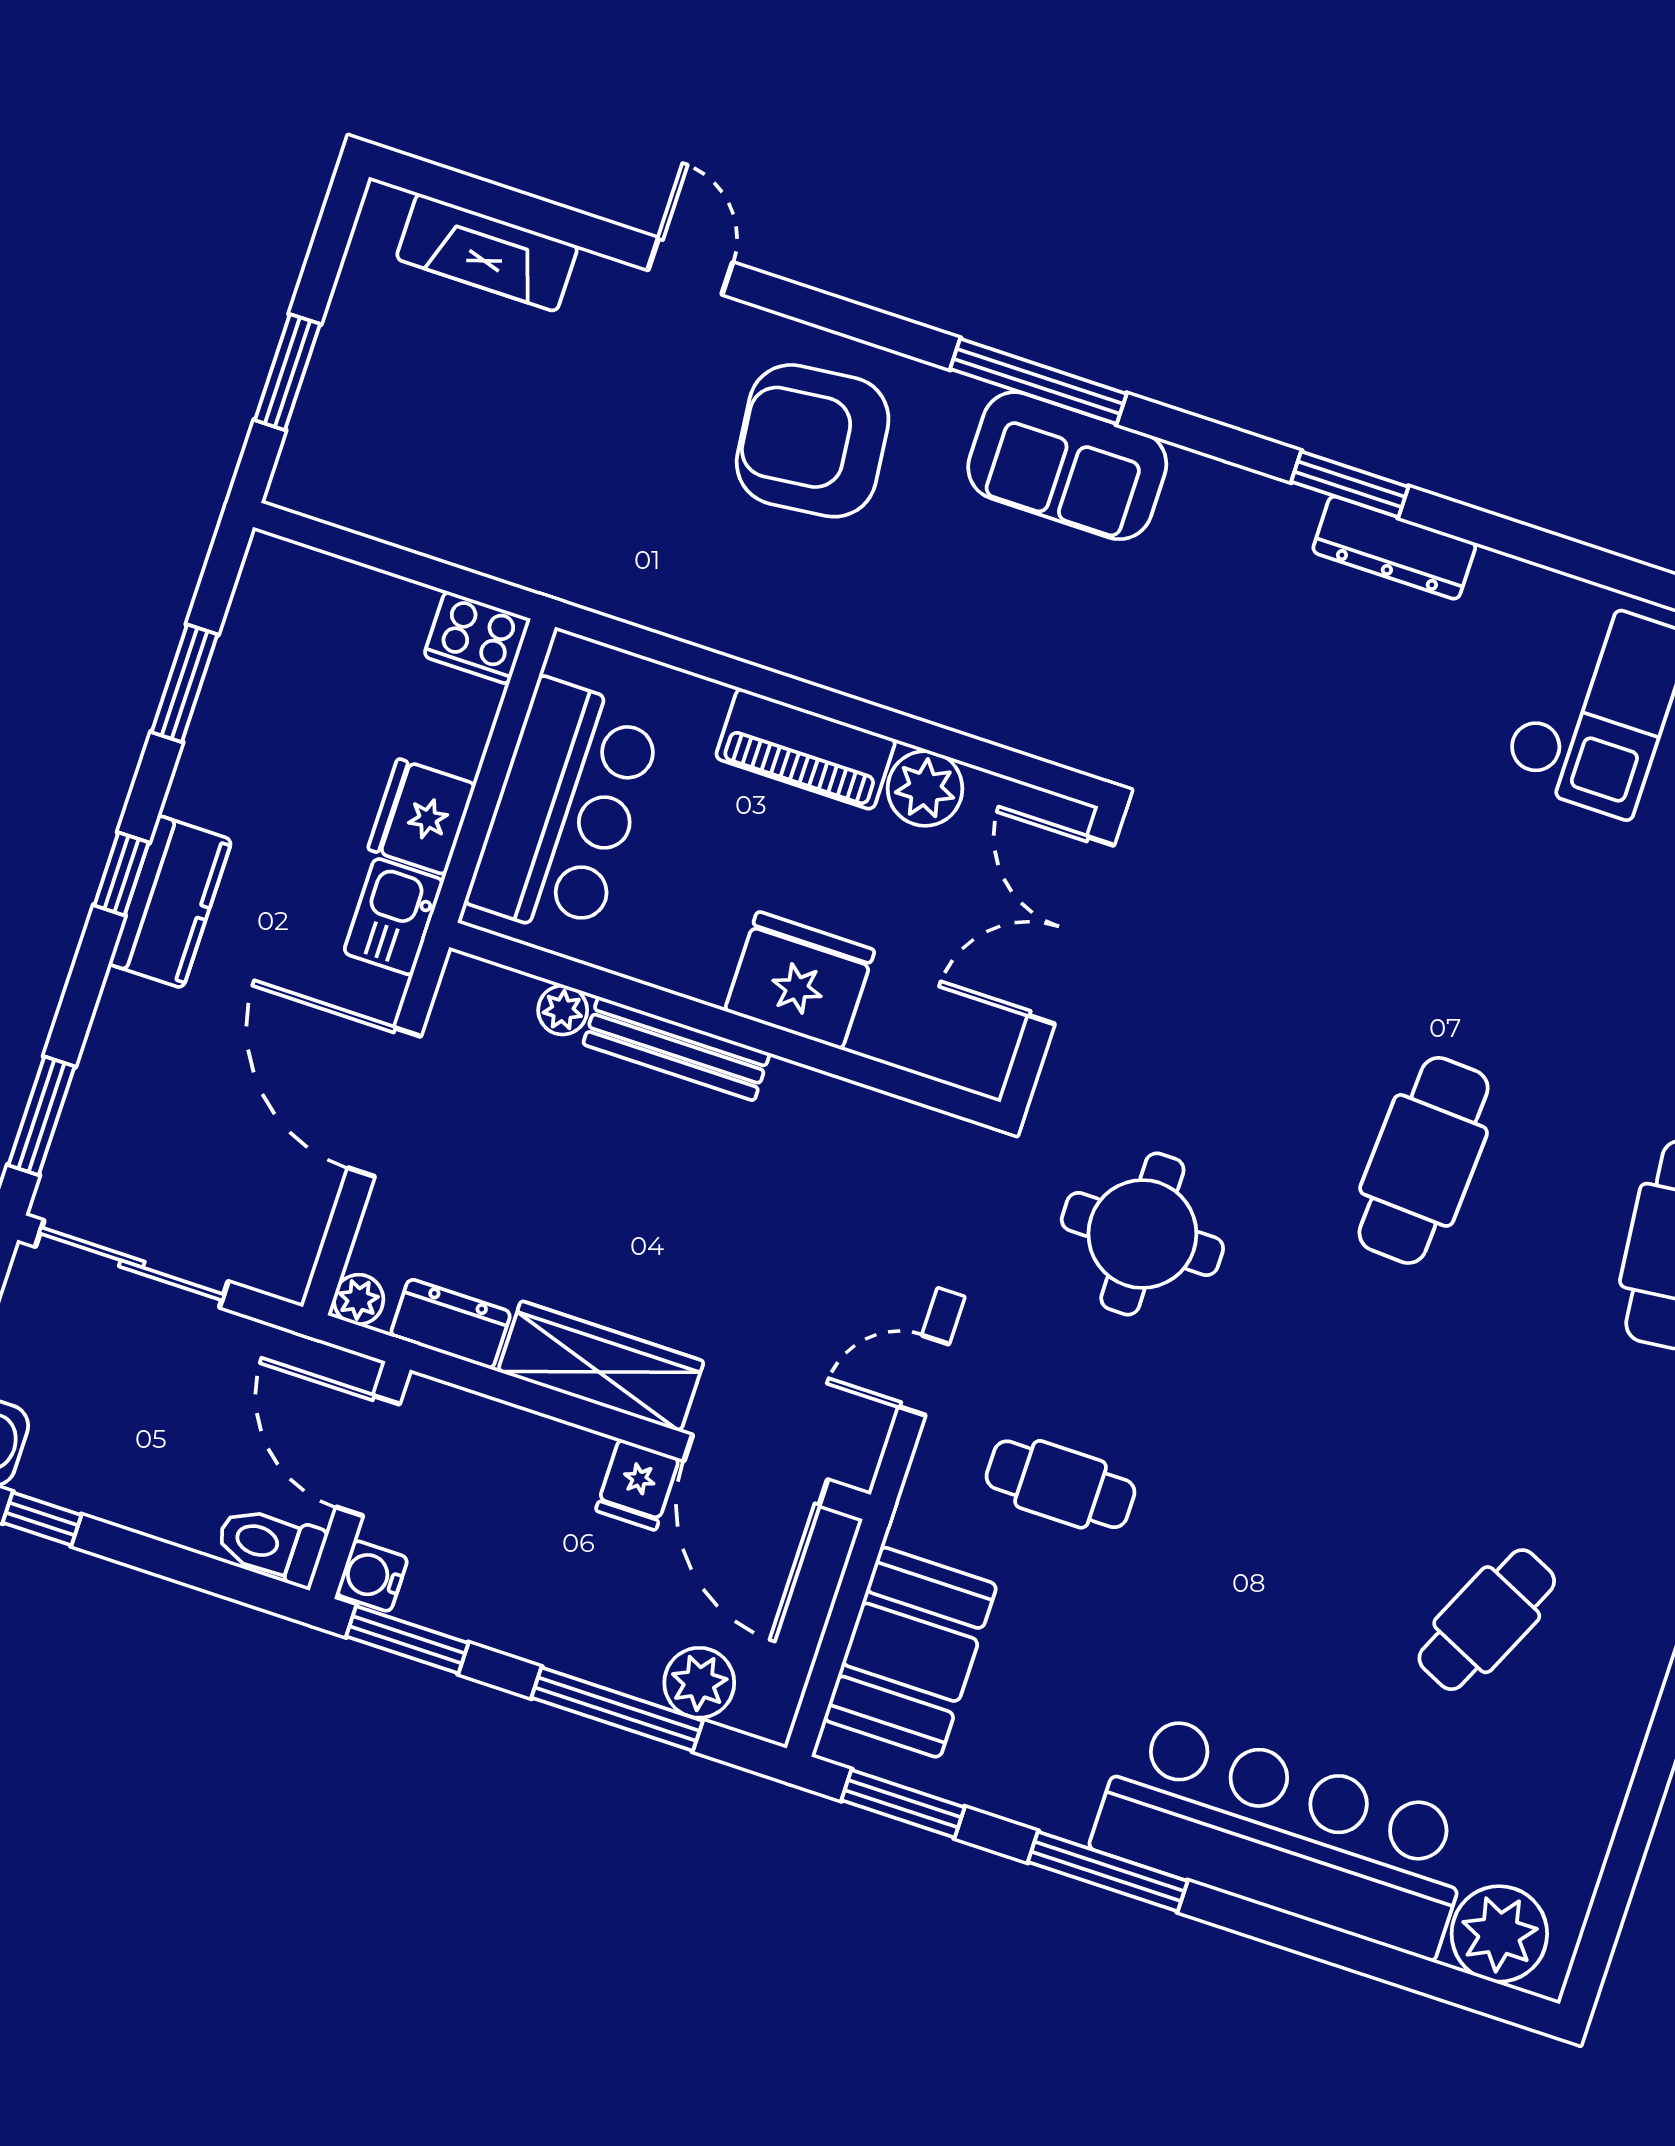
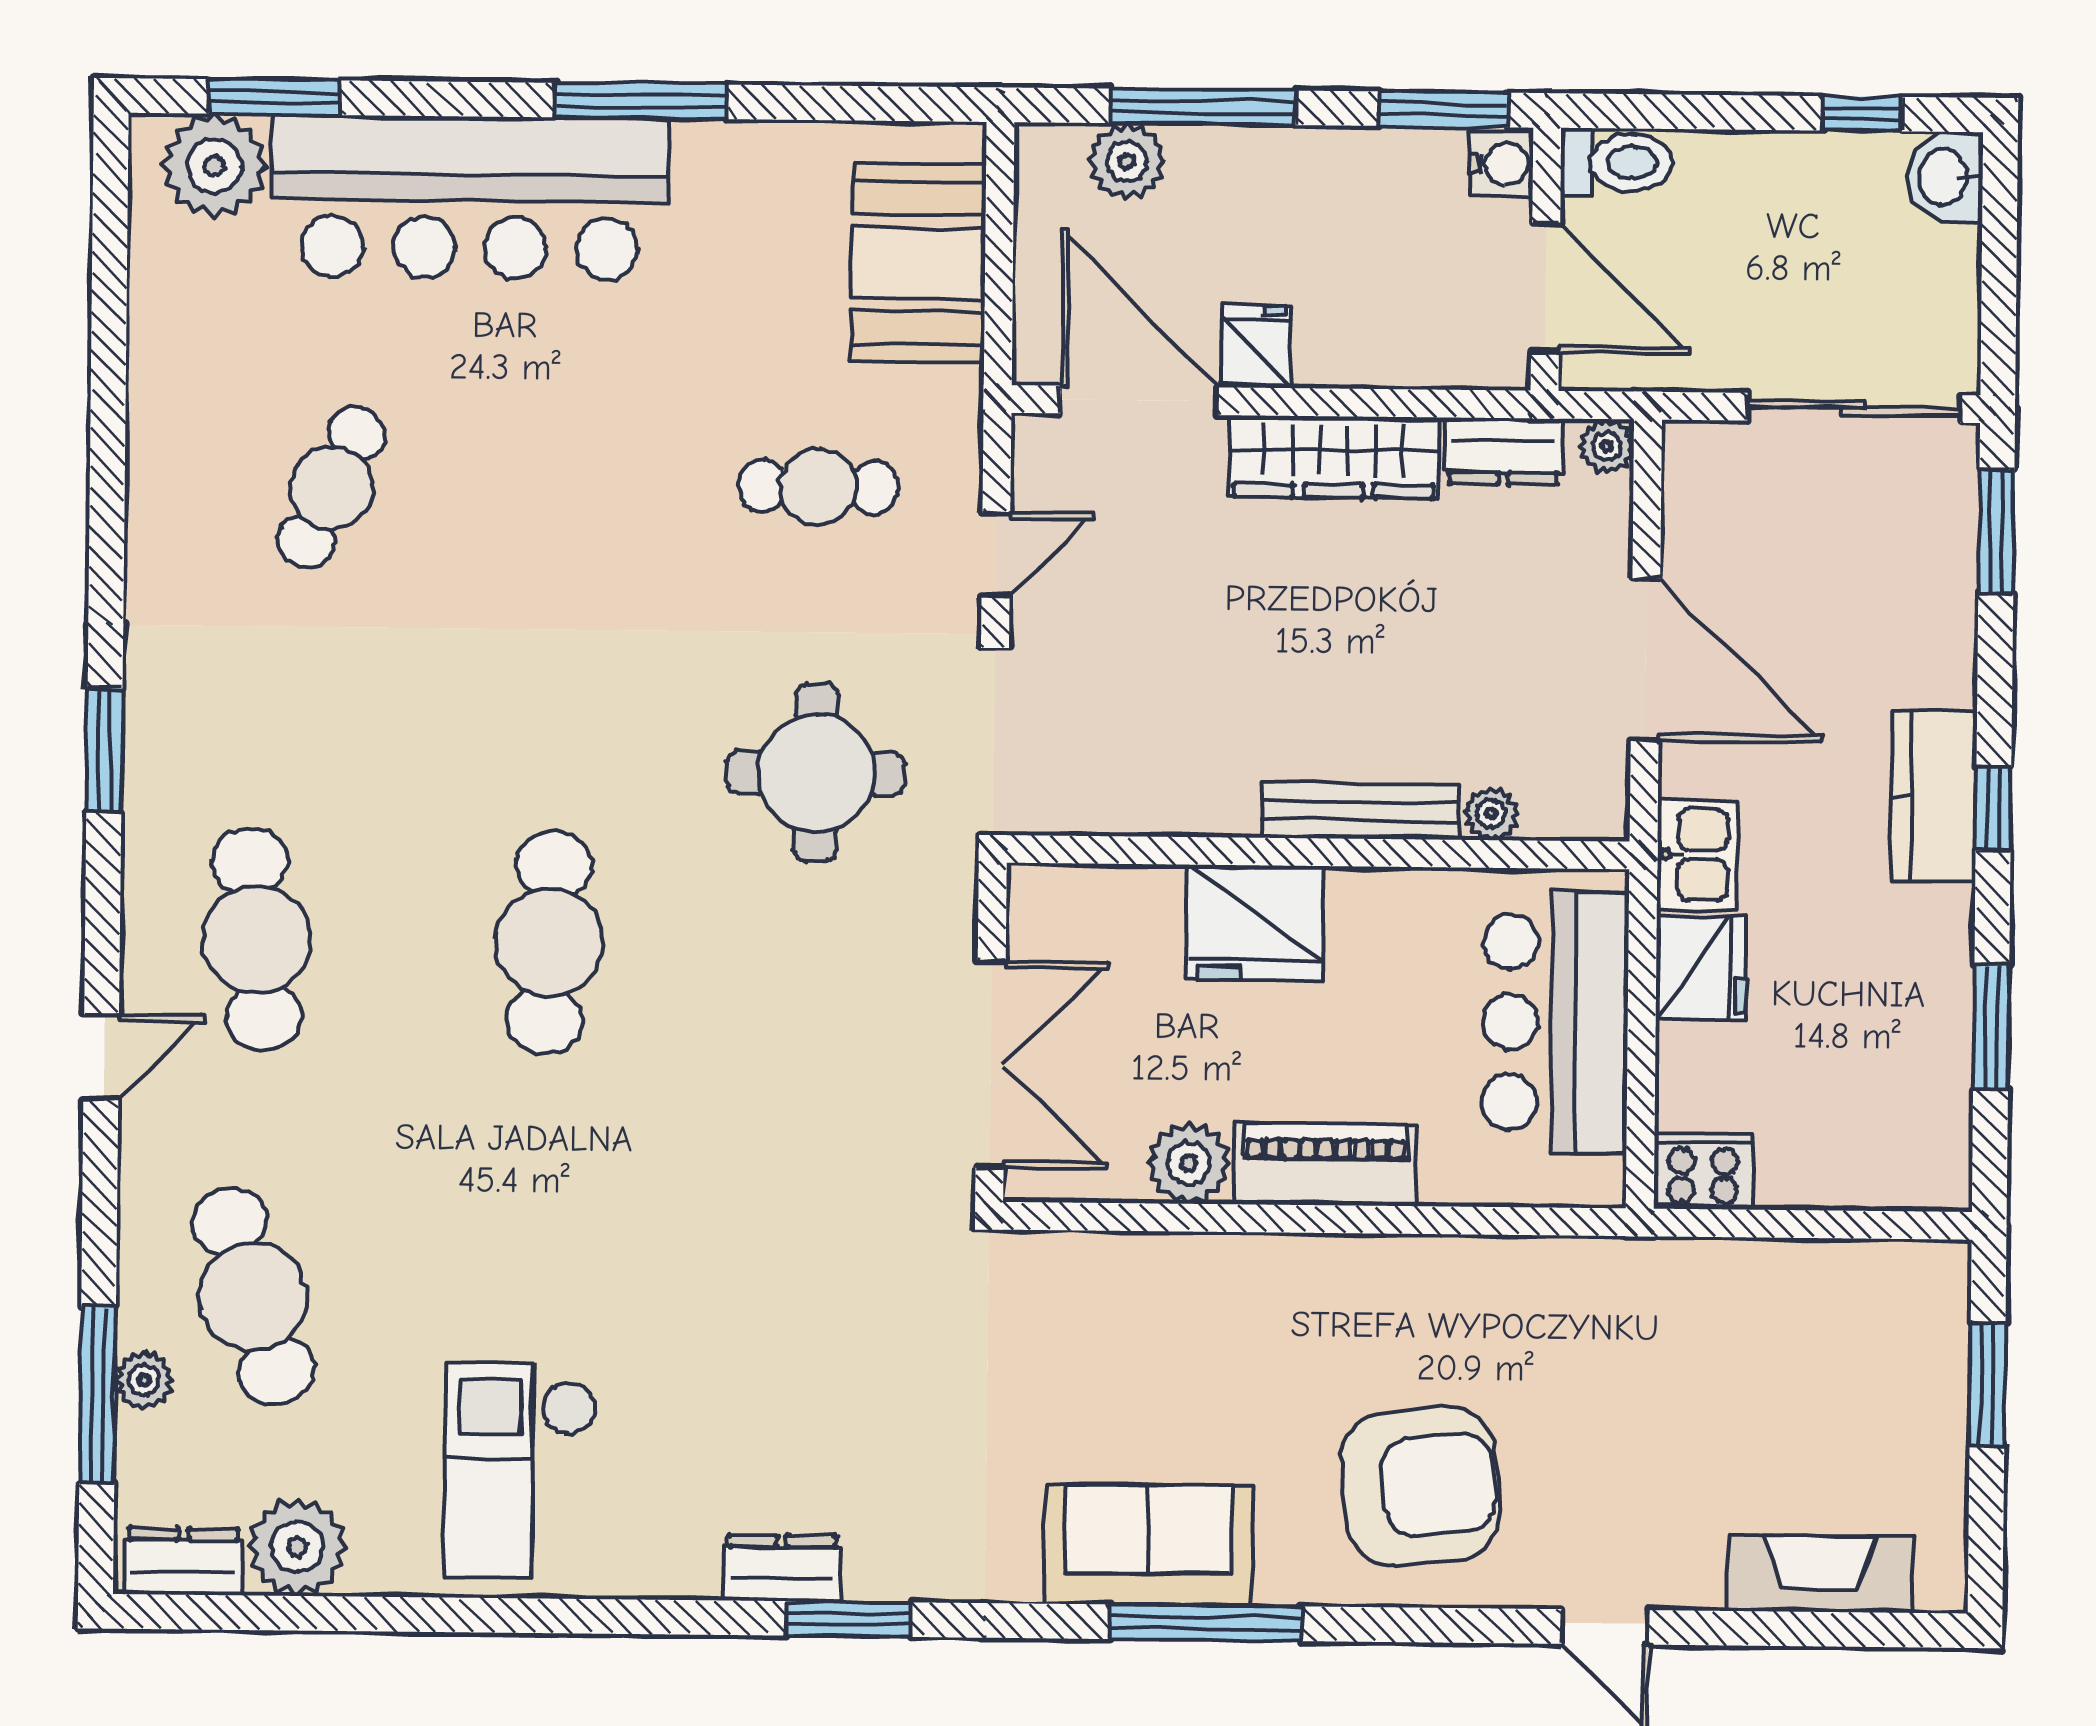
dresser: (1394, 548) -> (782, 1568), width x0.70
window: (903, 1804) -> (274, 97), moved

